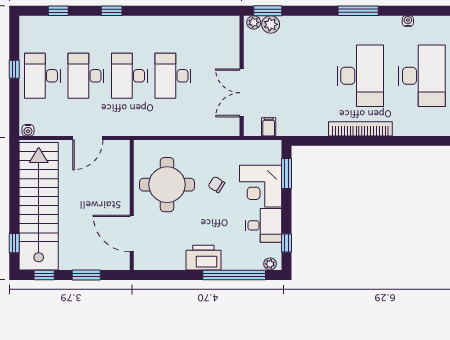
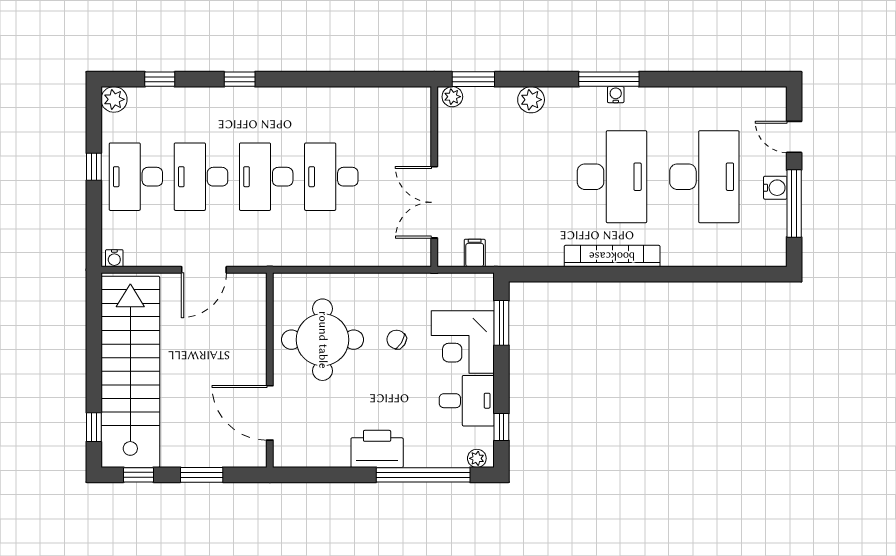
water cooler: (408, 21) -> (616, 95), moved
plant: (28, 24) -> (114, 99), added
plant: (271, 24) -> (531, 100), moved

